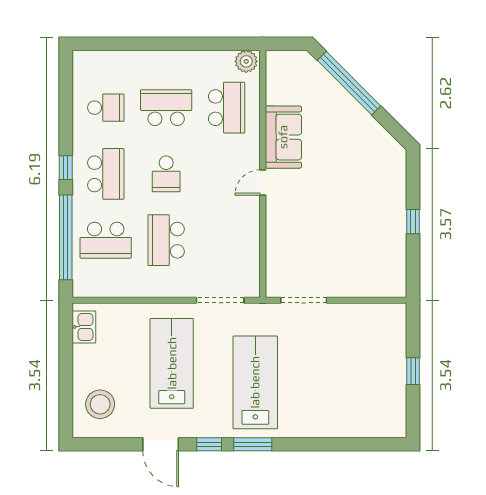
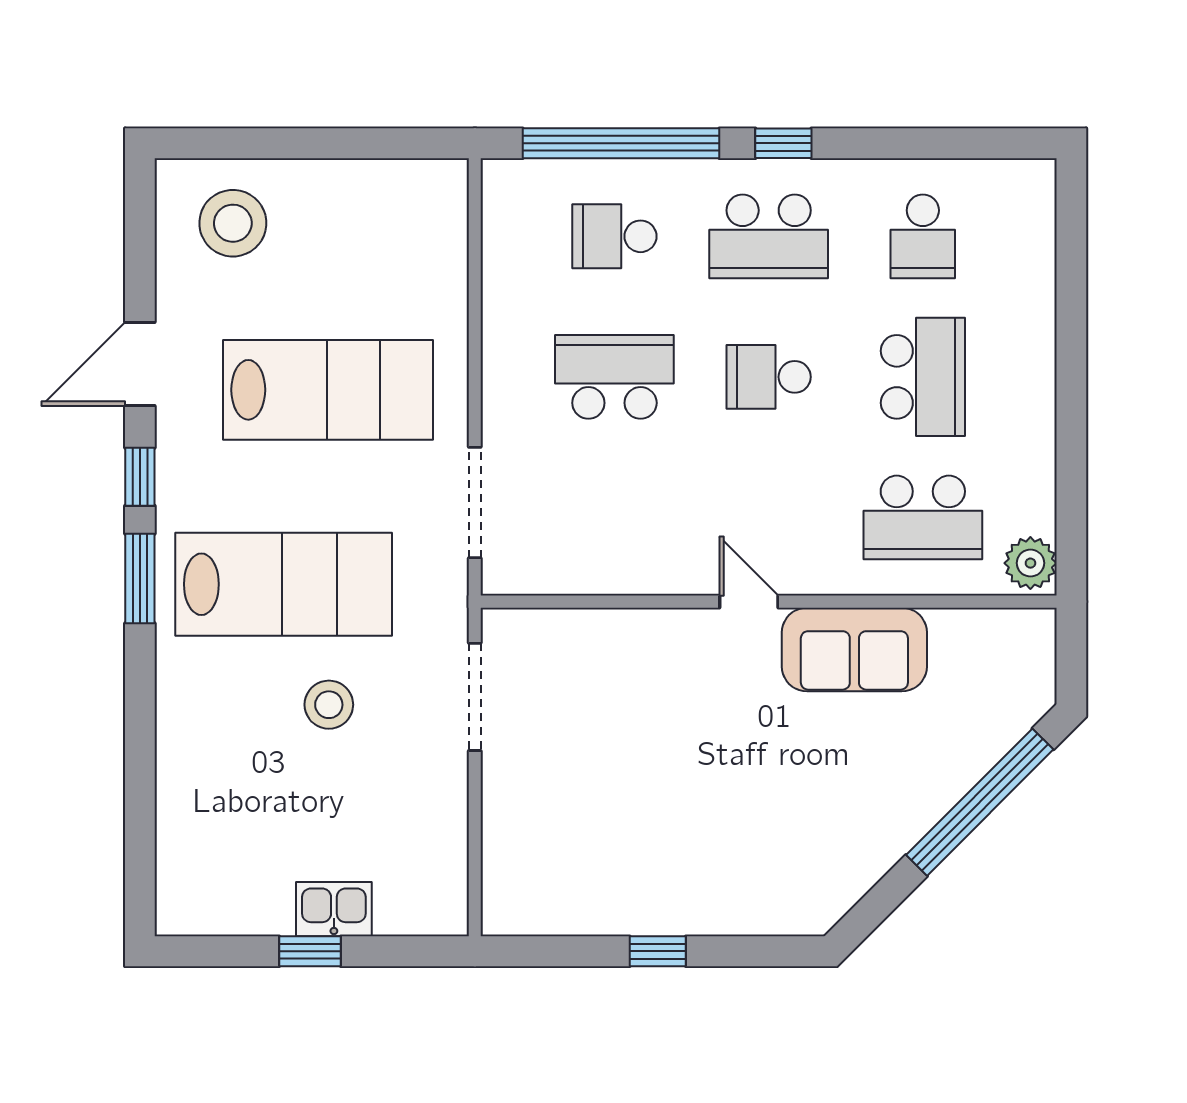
school desk: (106, 240) -> (614, 236), width x0.54
kitchen sink: (84, 327) -> (334, 909), moved, turned 180
stool: (307, 363) -> (329, 705), added

